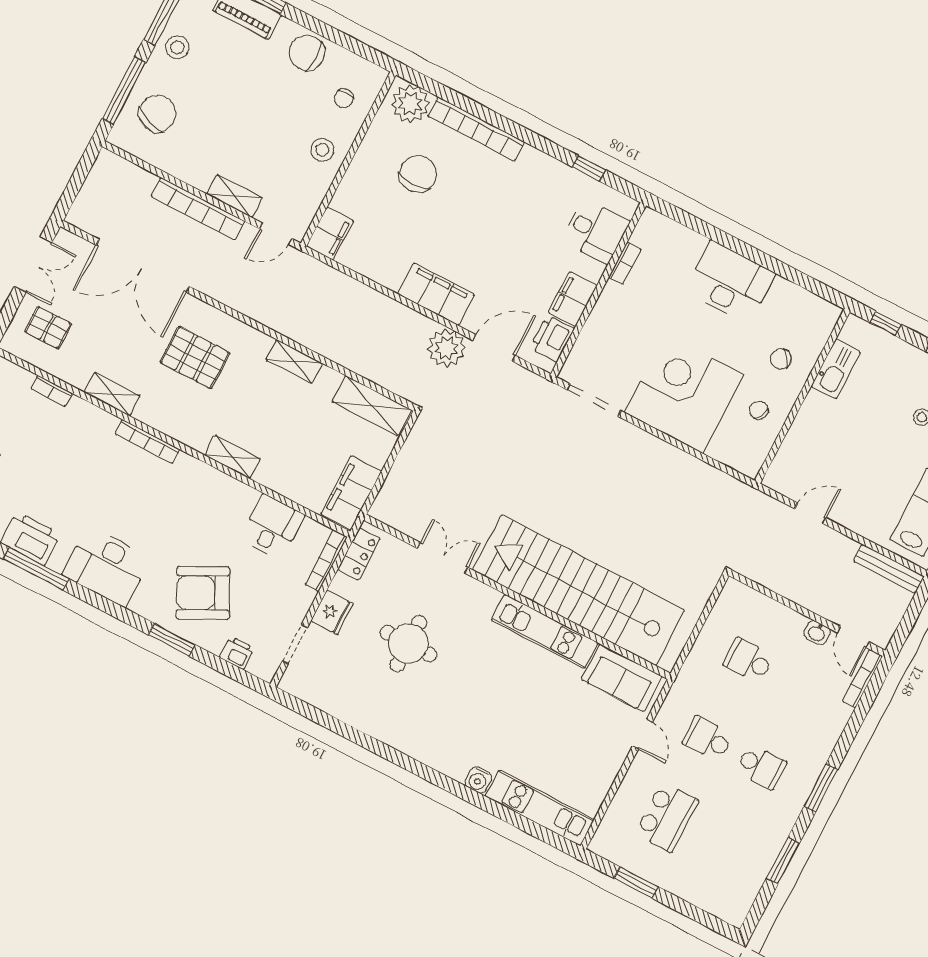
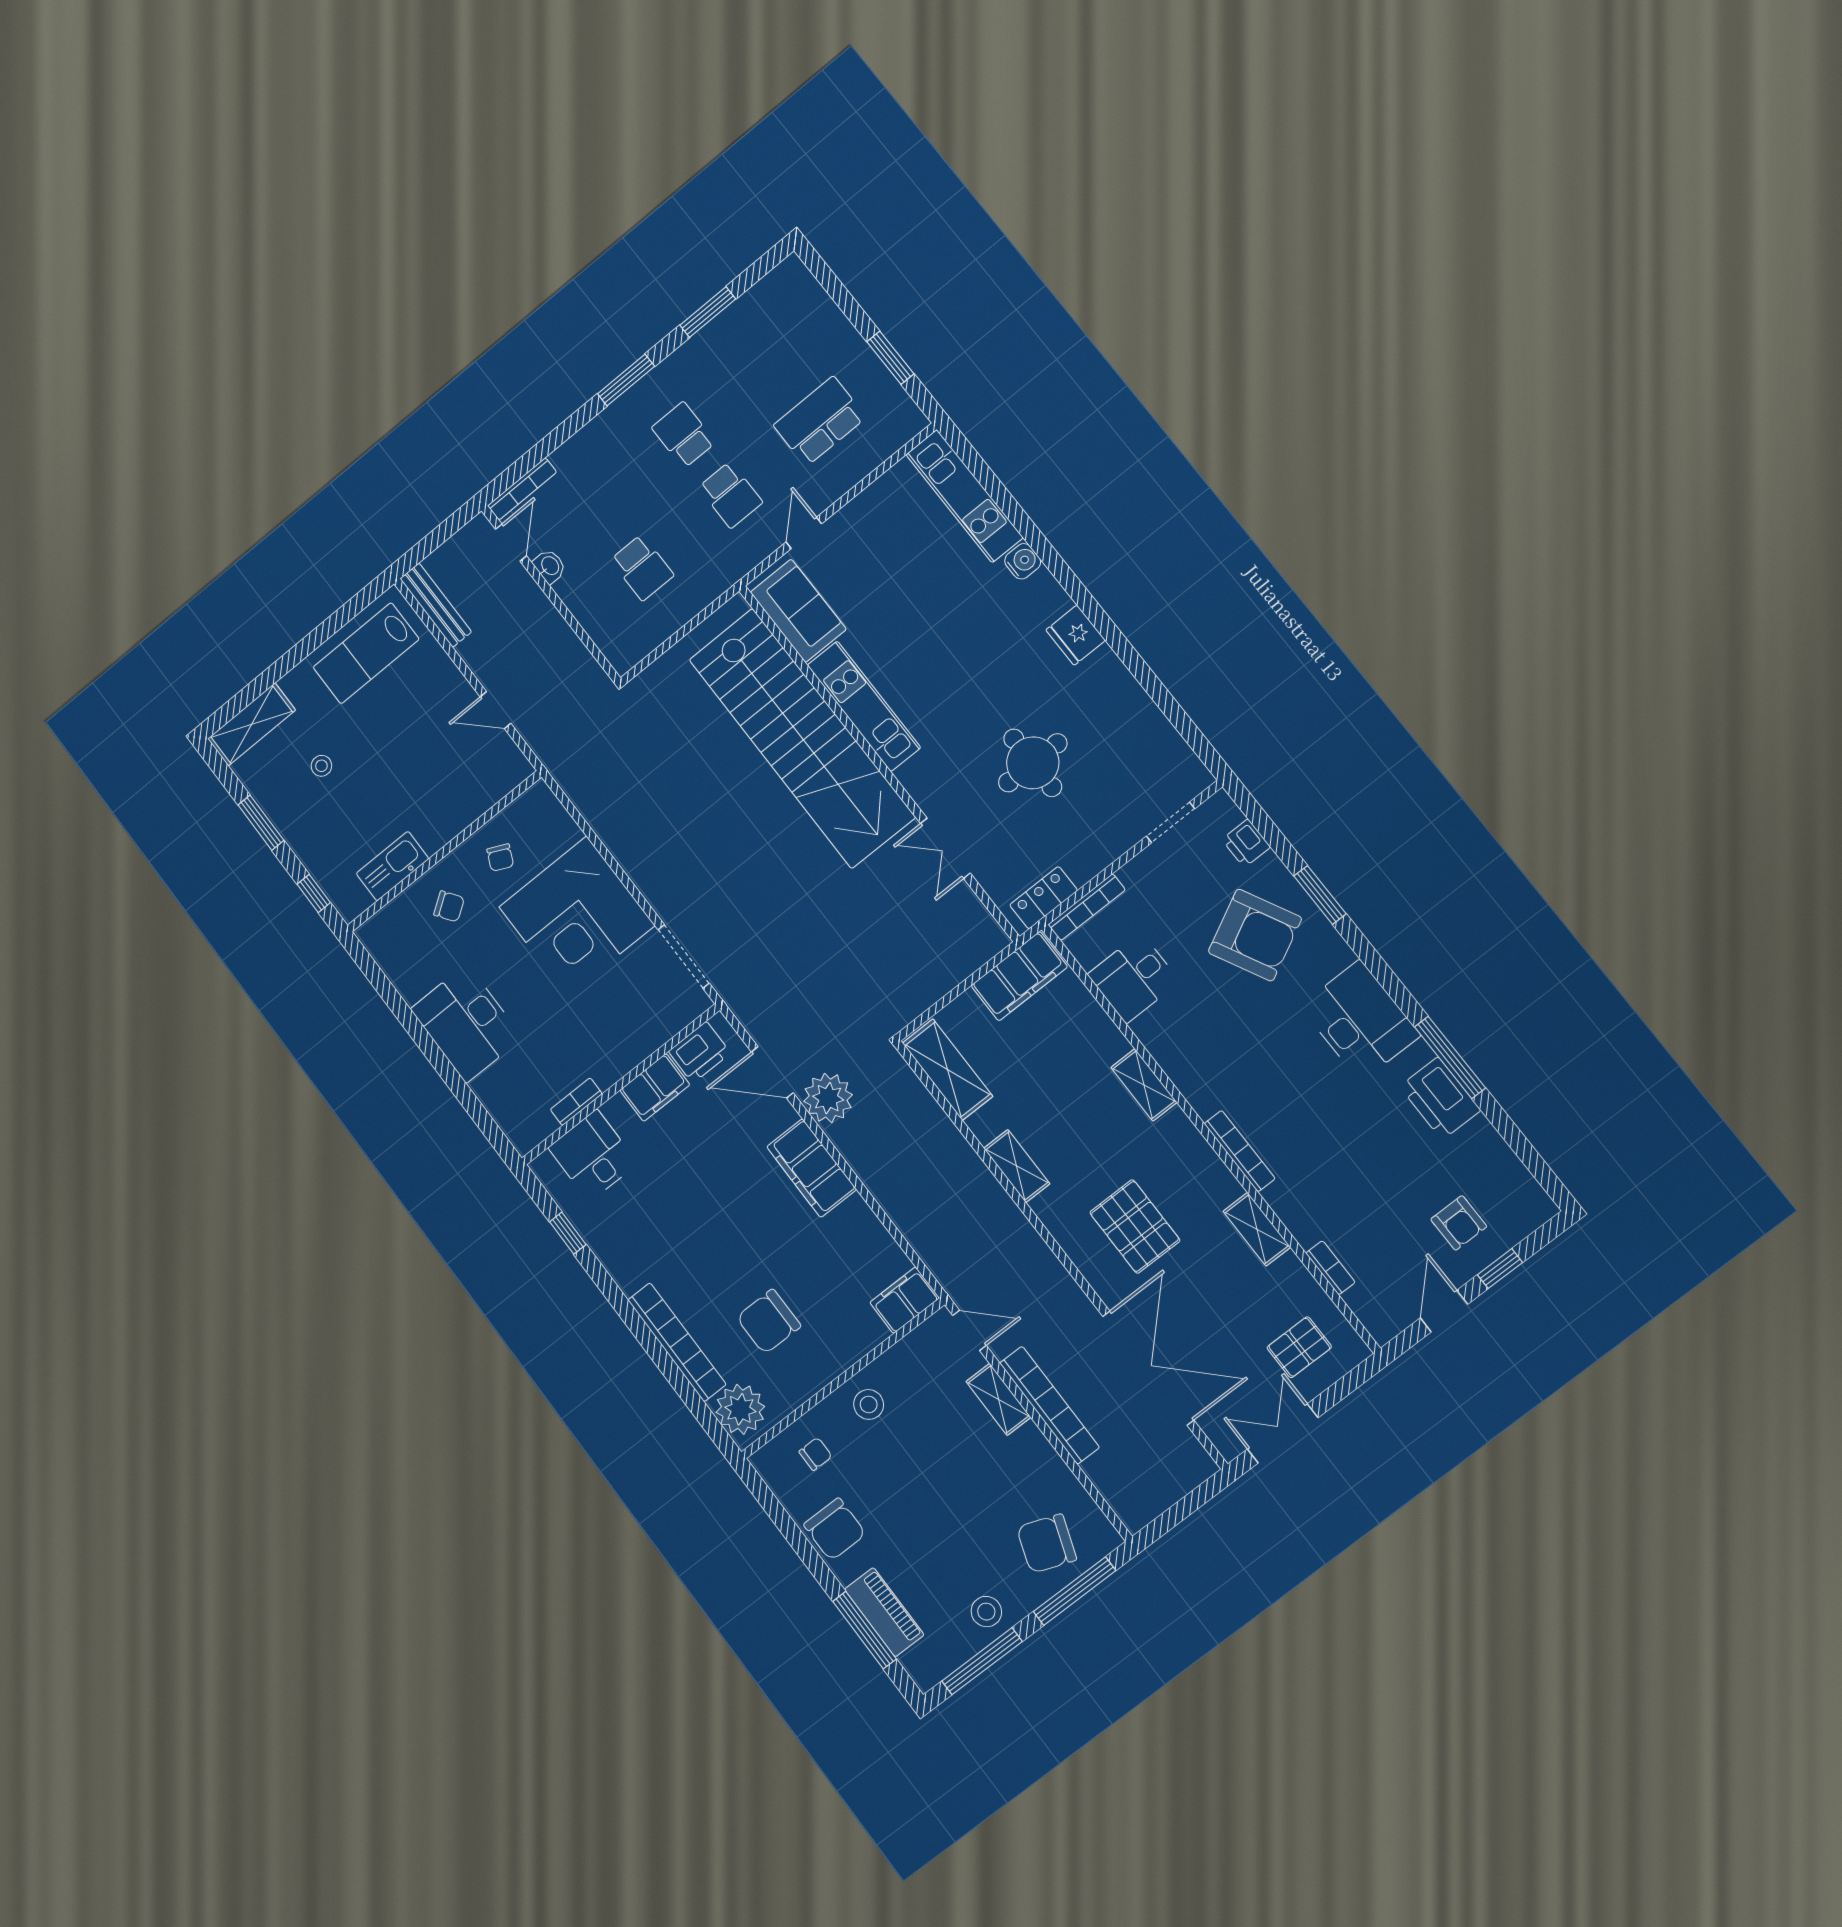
pallet: (48, 328) -> (1299, 1347), turned 90
fridge: (332, 612) -> (1076, 635), moved, turned -90

